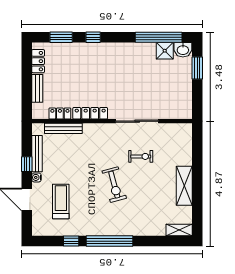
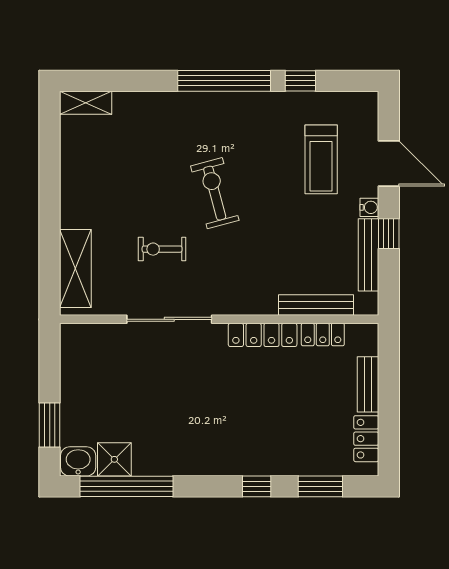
shelving: (184, 186) -> (75, 268), moved

